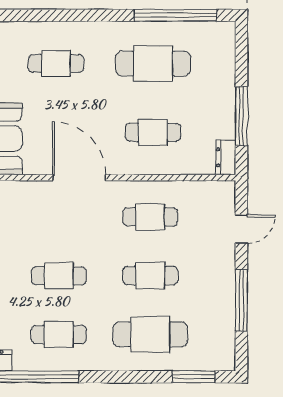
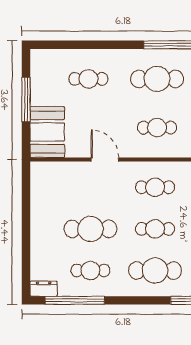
door: (79, 178) -> (105, 160), width x0.73
cafe table: (59, 276) -> (90, 229), width x1.37, depth x1.35

